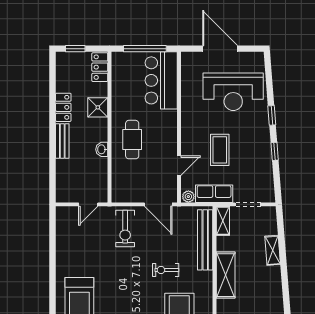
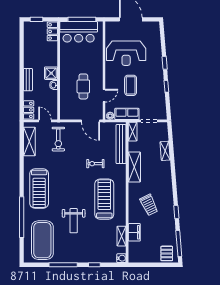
bar counter: (161, 80) -> (79, 32), moved, turned -90
reception desk: (233, 92) -> (126, 53), moved
locker: (63, 107) -> (29, 110), moved
shower: (98, 107) -> (51, 73), moved
cafe table: (132, 140) -> (83, 86), moved
door: (88, 204) -> (45, 121), swing flipped
exercise bike: (125, 228) -> (58, 139), moved
shelving: (64, 236) -> (29, 141), added

